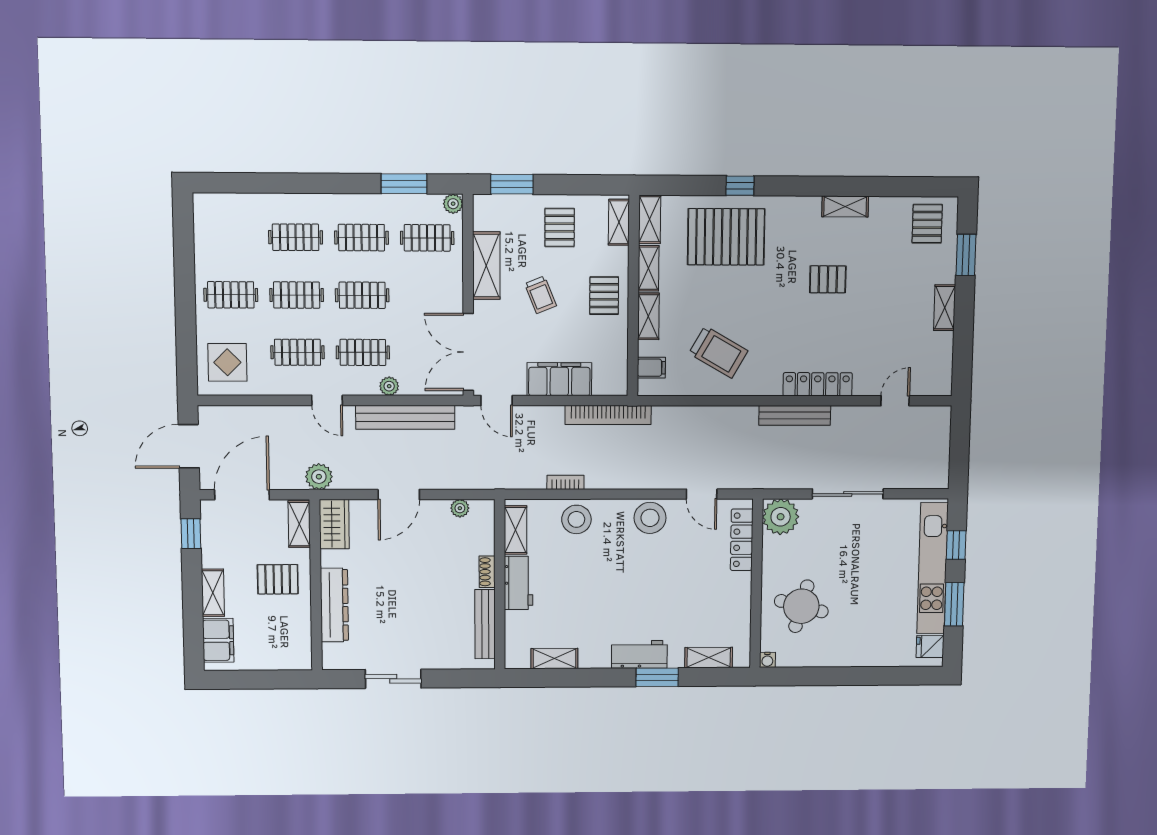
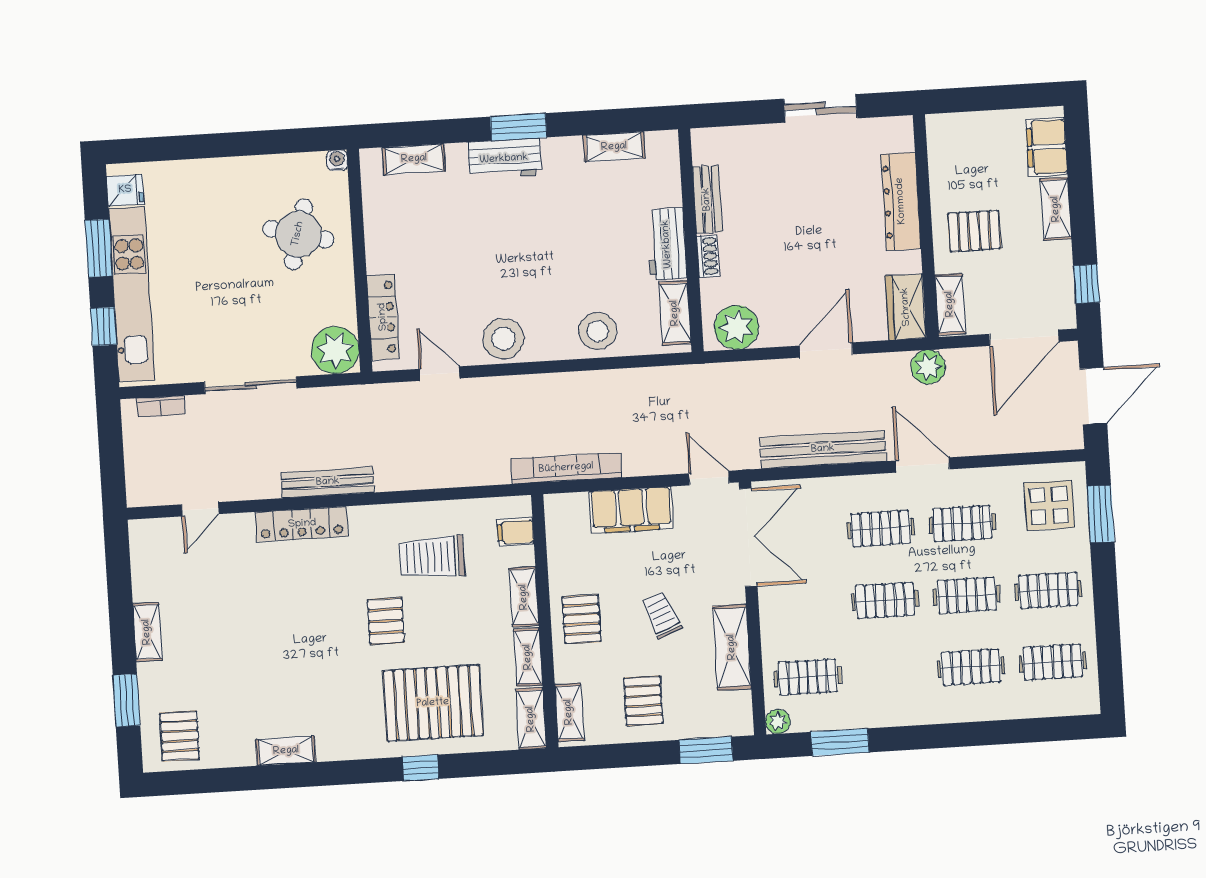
clothes rail: (362, 238) -> (1053, 662), moved
pallet: (828, 279) -> (386, 621), moved, turned 90
trolley: (718, 352) -> (432, 557), turned -30
window: (186, 353) -> (1100, 514), added
plant: (389, 386) -> (845, 488), removed
door: (327, 400) -> (923, 465), width x1.38
bookcase: (565, 482) -> (161, 406), moved
plant: (460, 508) -> (737, 327), width x1.88, depth x1.88
bench: (485, 624) -> (707, 199), width x0.73
window: (657, 677) -> (519, 127), moved

